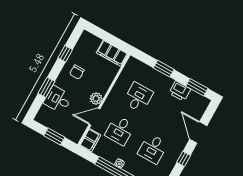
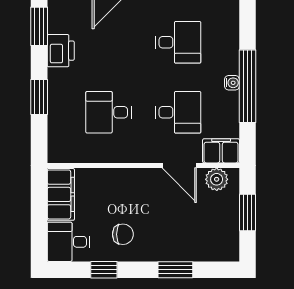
desk: (58, 99) -> (69, 242), moved, turned 90
plant: (96, 99) -> (217, 179), moved

